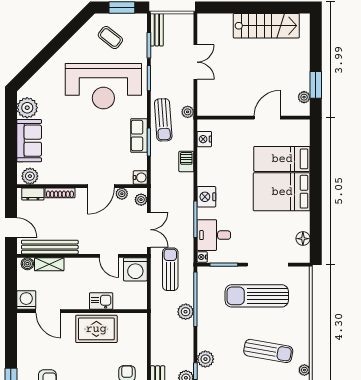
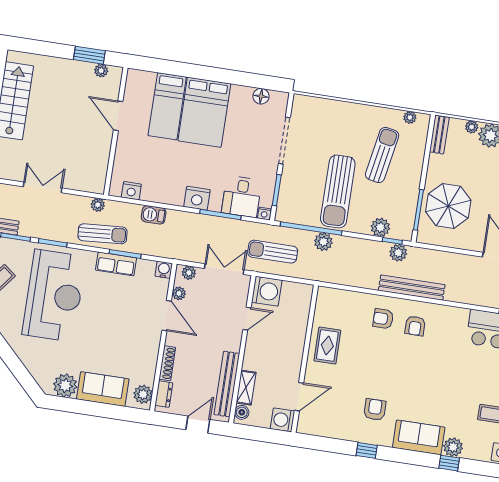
sun lounger: (257, 296) -> (338, 191), moved
kitchen sink: (101, 301) -> (297, 335), removed
rug: (96, 329) -> (327, 346), width x0.73, depth x0.70

